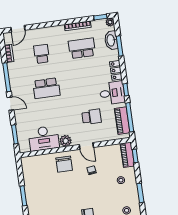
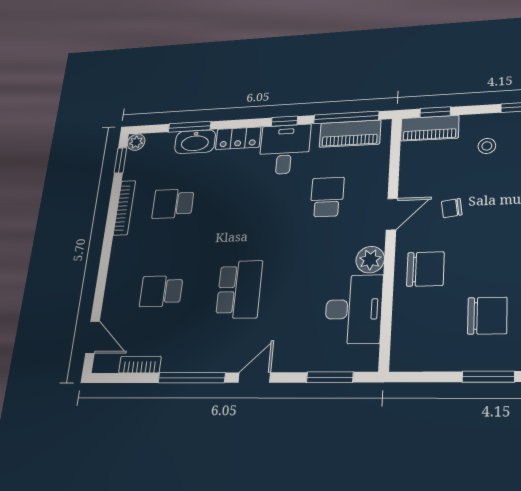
washbasin: (111, 40) -> (195, 142), moved
school desk: (82, 48) -> (173, 204), width x0.54
chair: (48, 192) -> (487, 316), added

